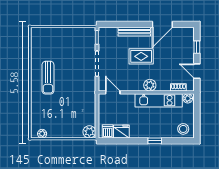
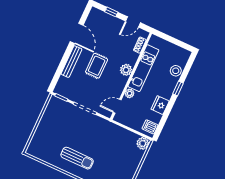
plant: (188, 98) -> (130, 93), moved
stool: (183, 129) -> (176, 71), moved
fridge: (121, 131) -> (160, 105), moved

